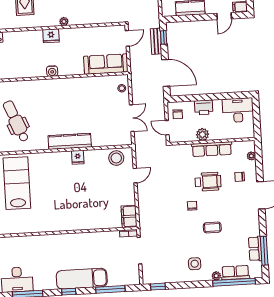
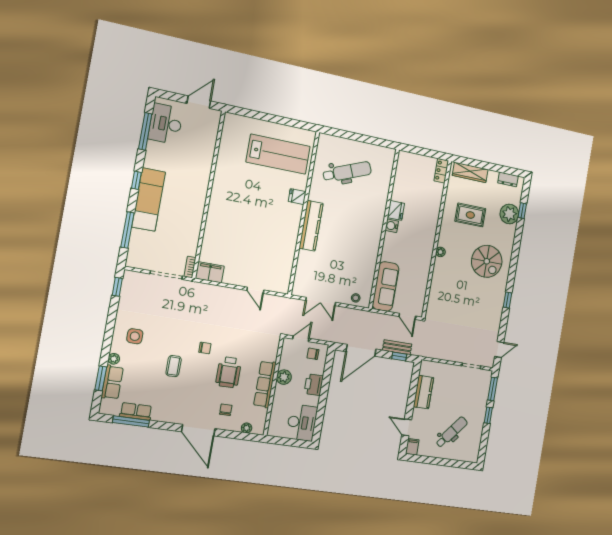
fridge: (51, 36) -> (396, 210), moved, turned 180
fridge: (78, 157) -> (297, 197), moved
stool: (116, 158) -> (280, 274), removed
window: (234, 282) -> (101, 378), width x0.47

